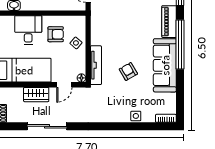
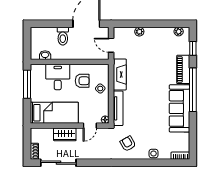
fireplace: (98, 27) -> (120, 74), added
armchair: (128, 71) -> (128, 144), moved
sliding door: (47, 126) -> (58, 163), moved

